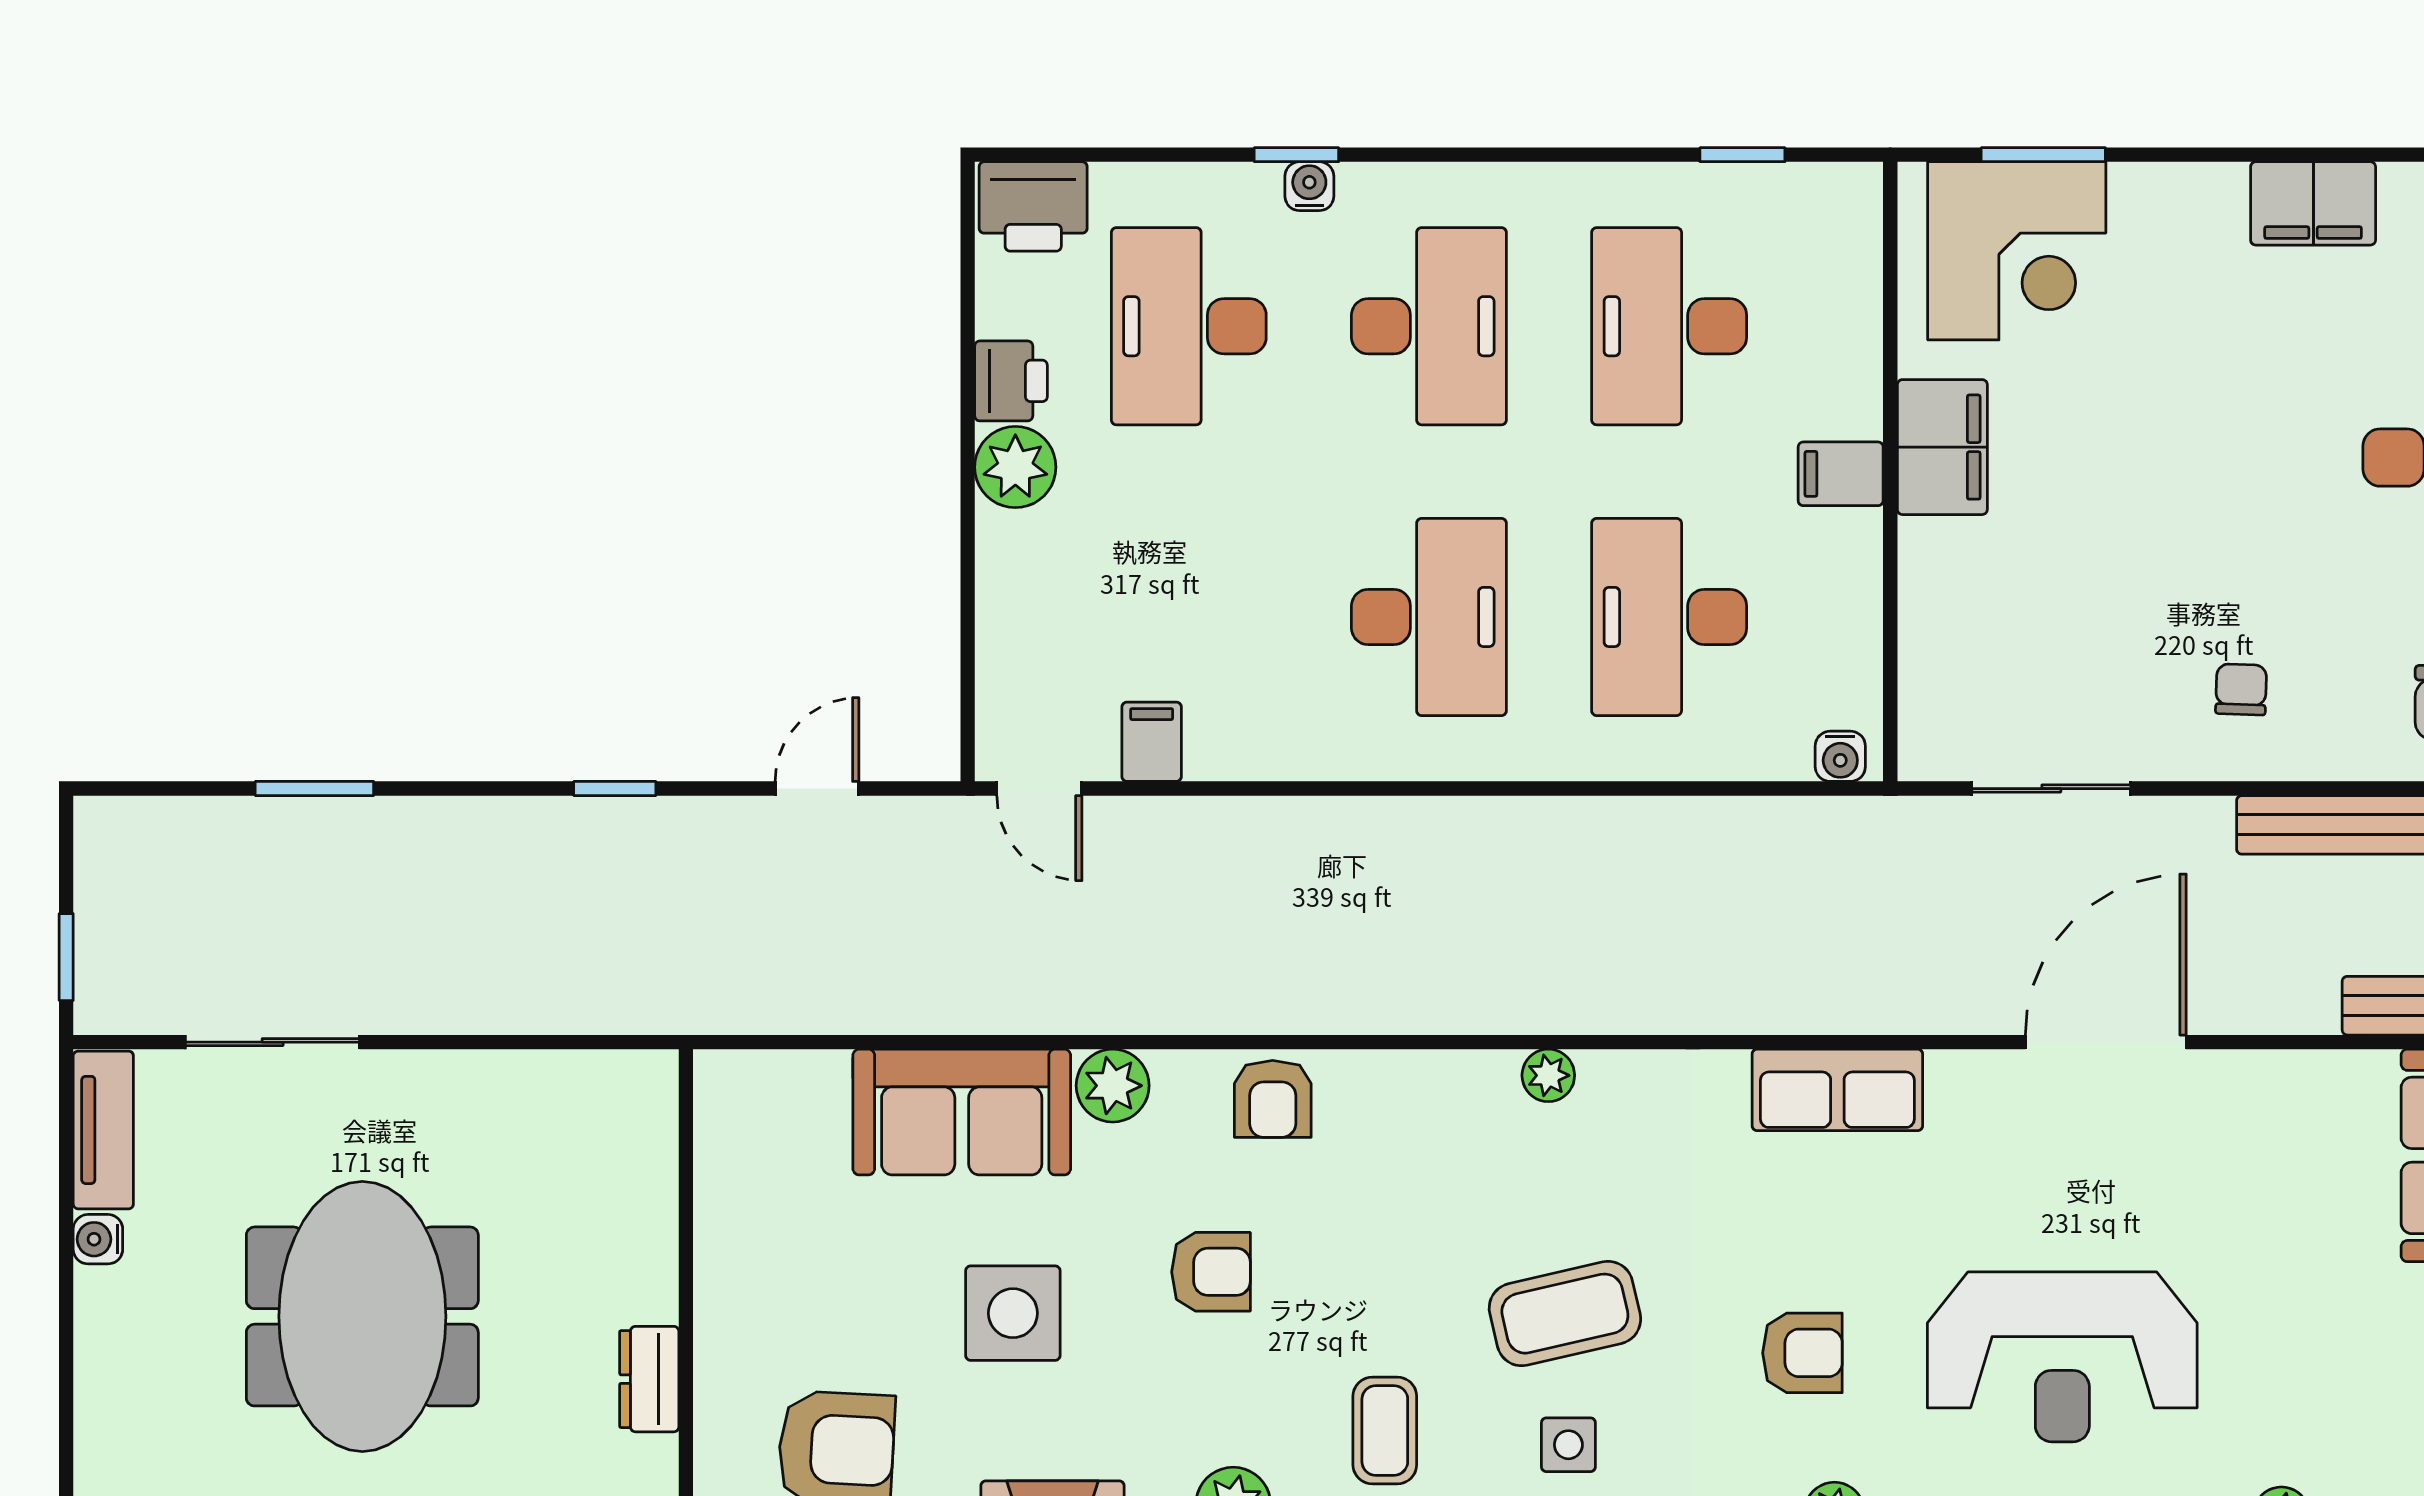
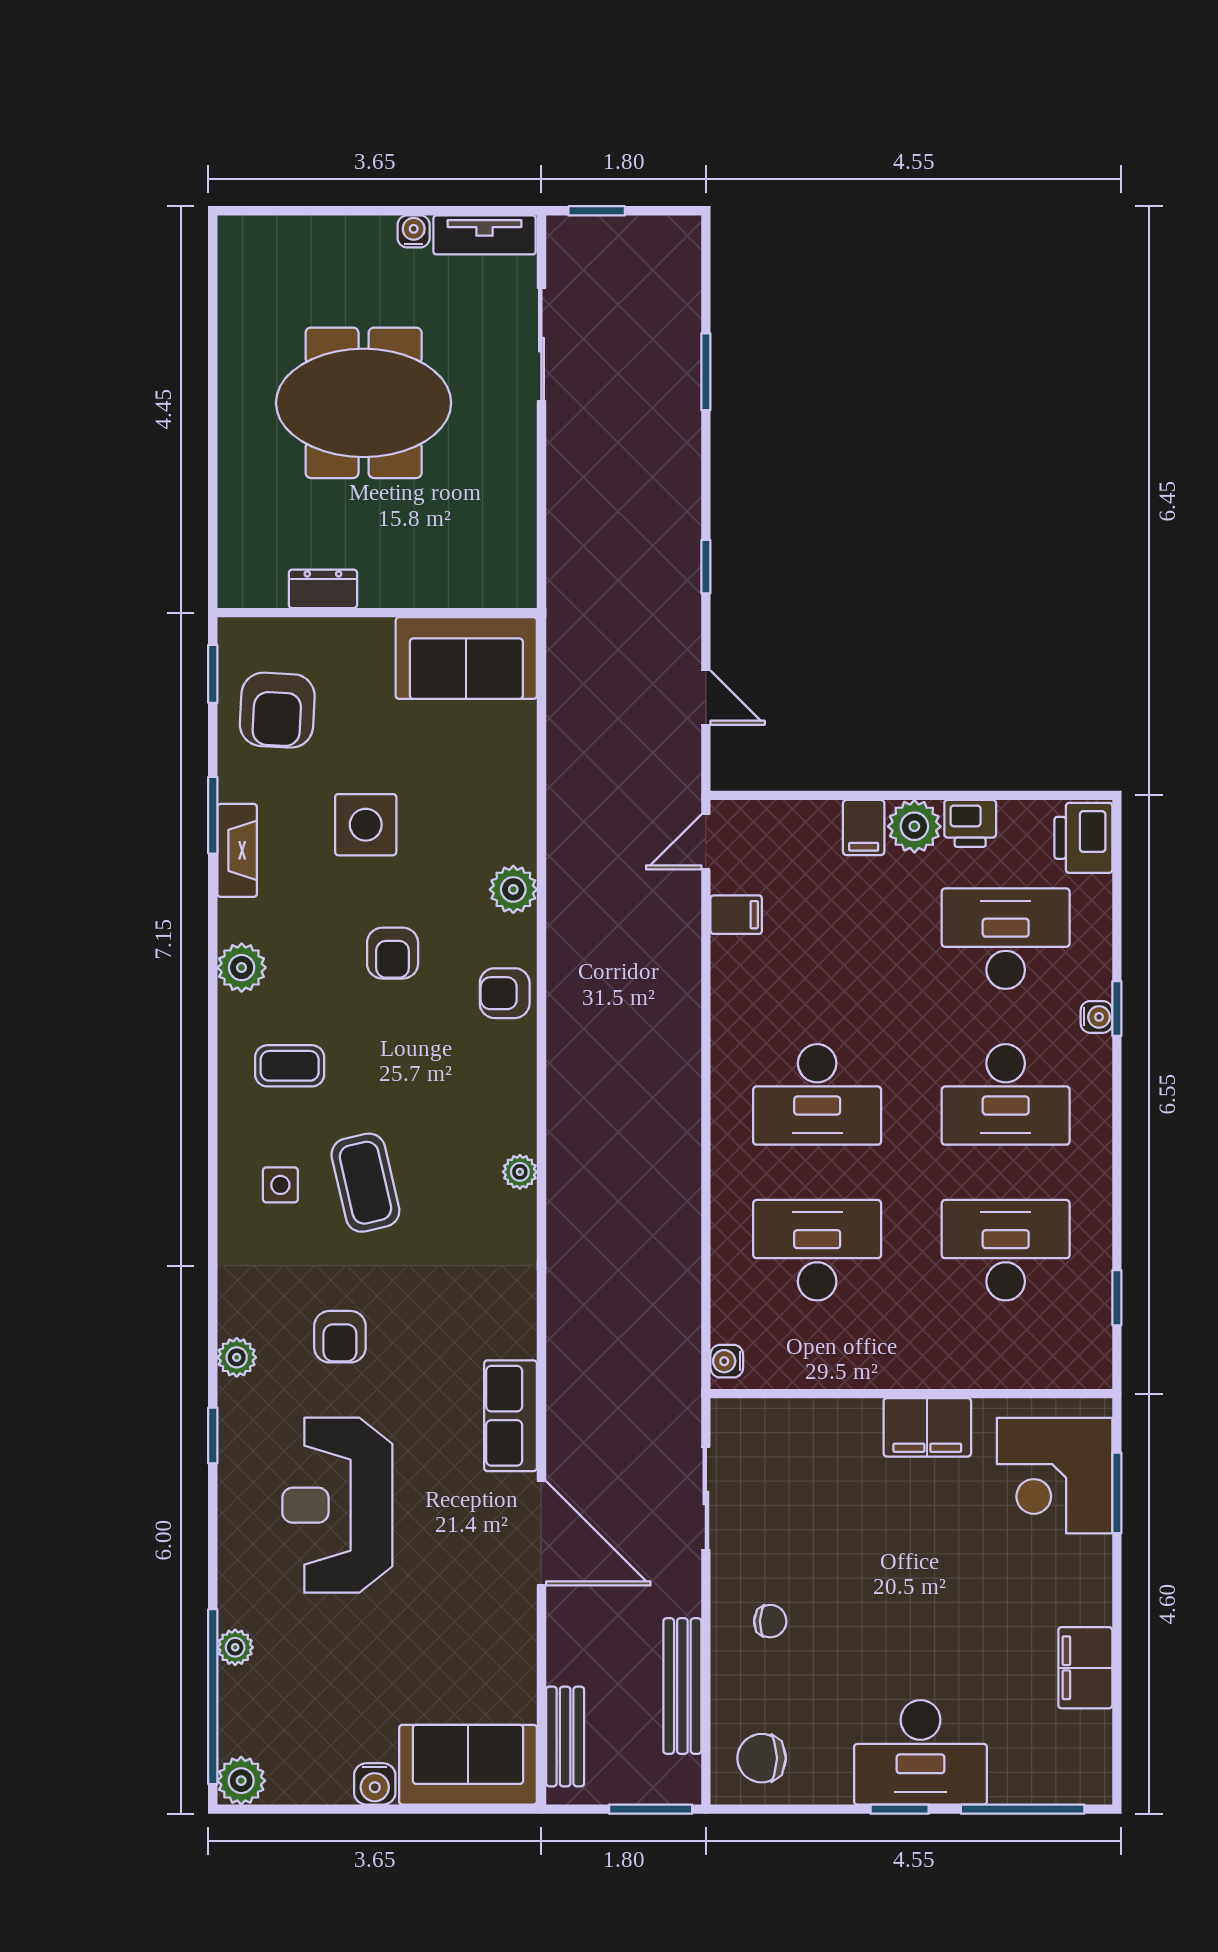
filing cabinet: (1841, 474) -> (864, 827), moved, turned 180
row of seats: (1837, 1090) -> (510, 1416), moved
sofa: (962, 1112) -> (466, 658), moved, turned -90

